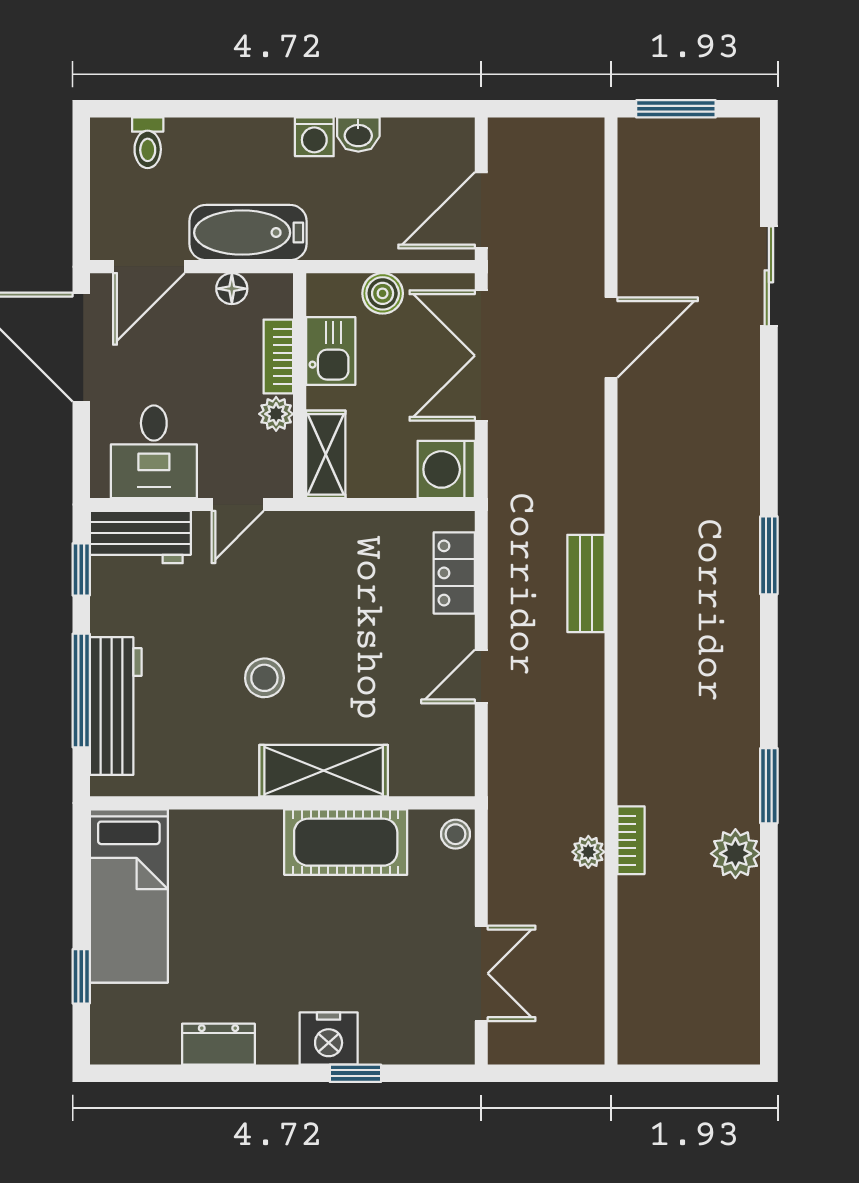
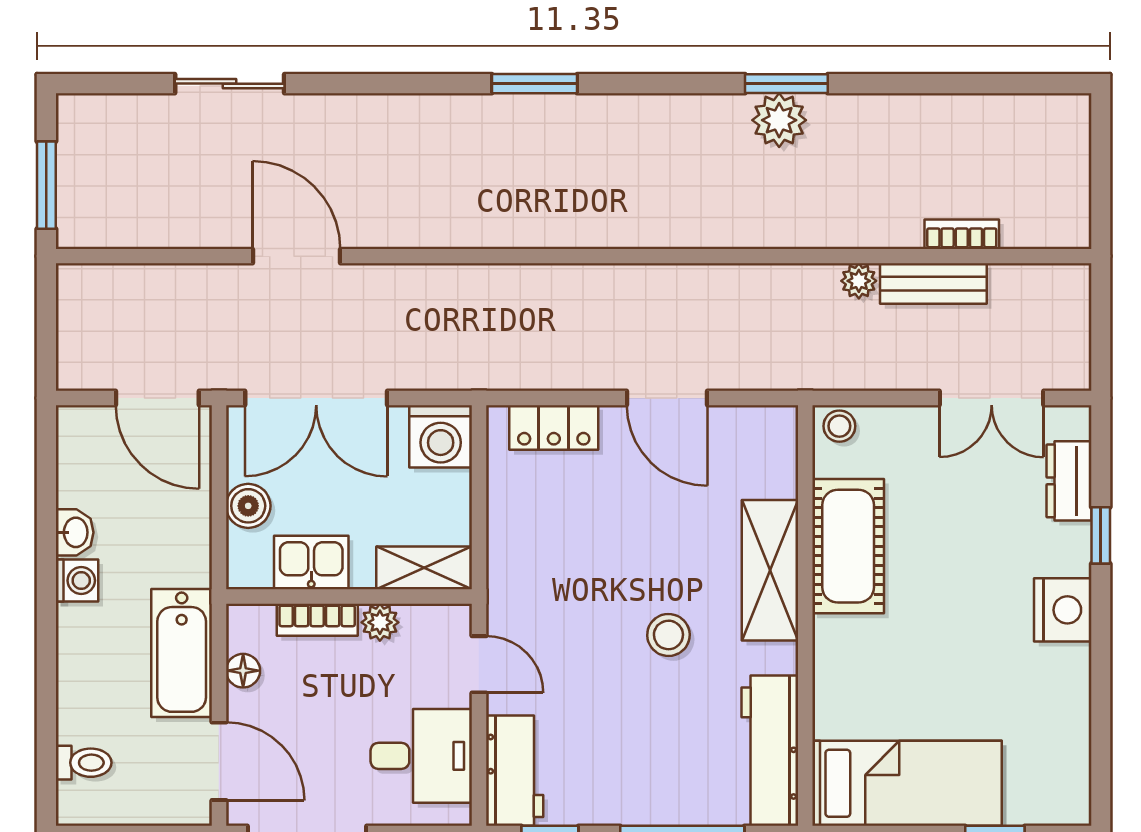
bench: (586, 583) -> (933, 284), moved
door: (481, 676) -> (667, 398), width x1.37
workbench: (116, 706) -> (770, 751), moved, turned -90
bookcase: (631, 840) -> (962, 234), moved
plant: (735, 854) -> (779, 120), moved
double door: (481, 973) -> (992, 398), swing flipped
nightstand: (329, 1039) -> (1063, 610), moved
dresser: (218, 1044) -> (1069, 481), moved

